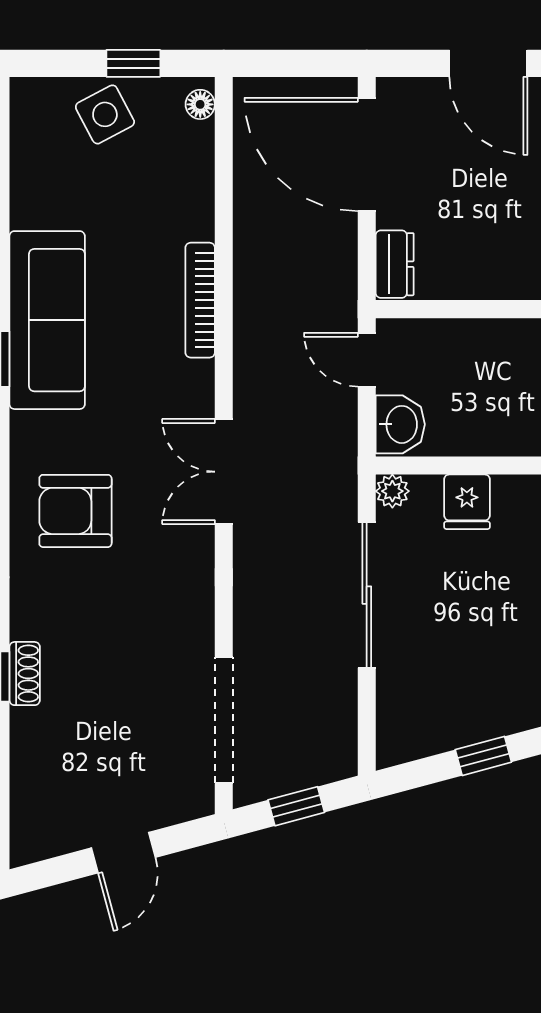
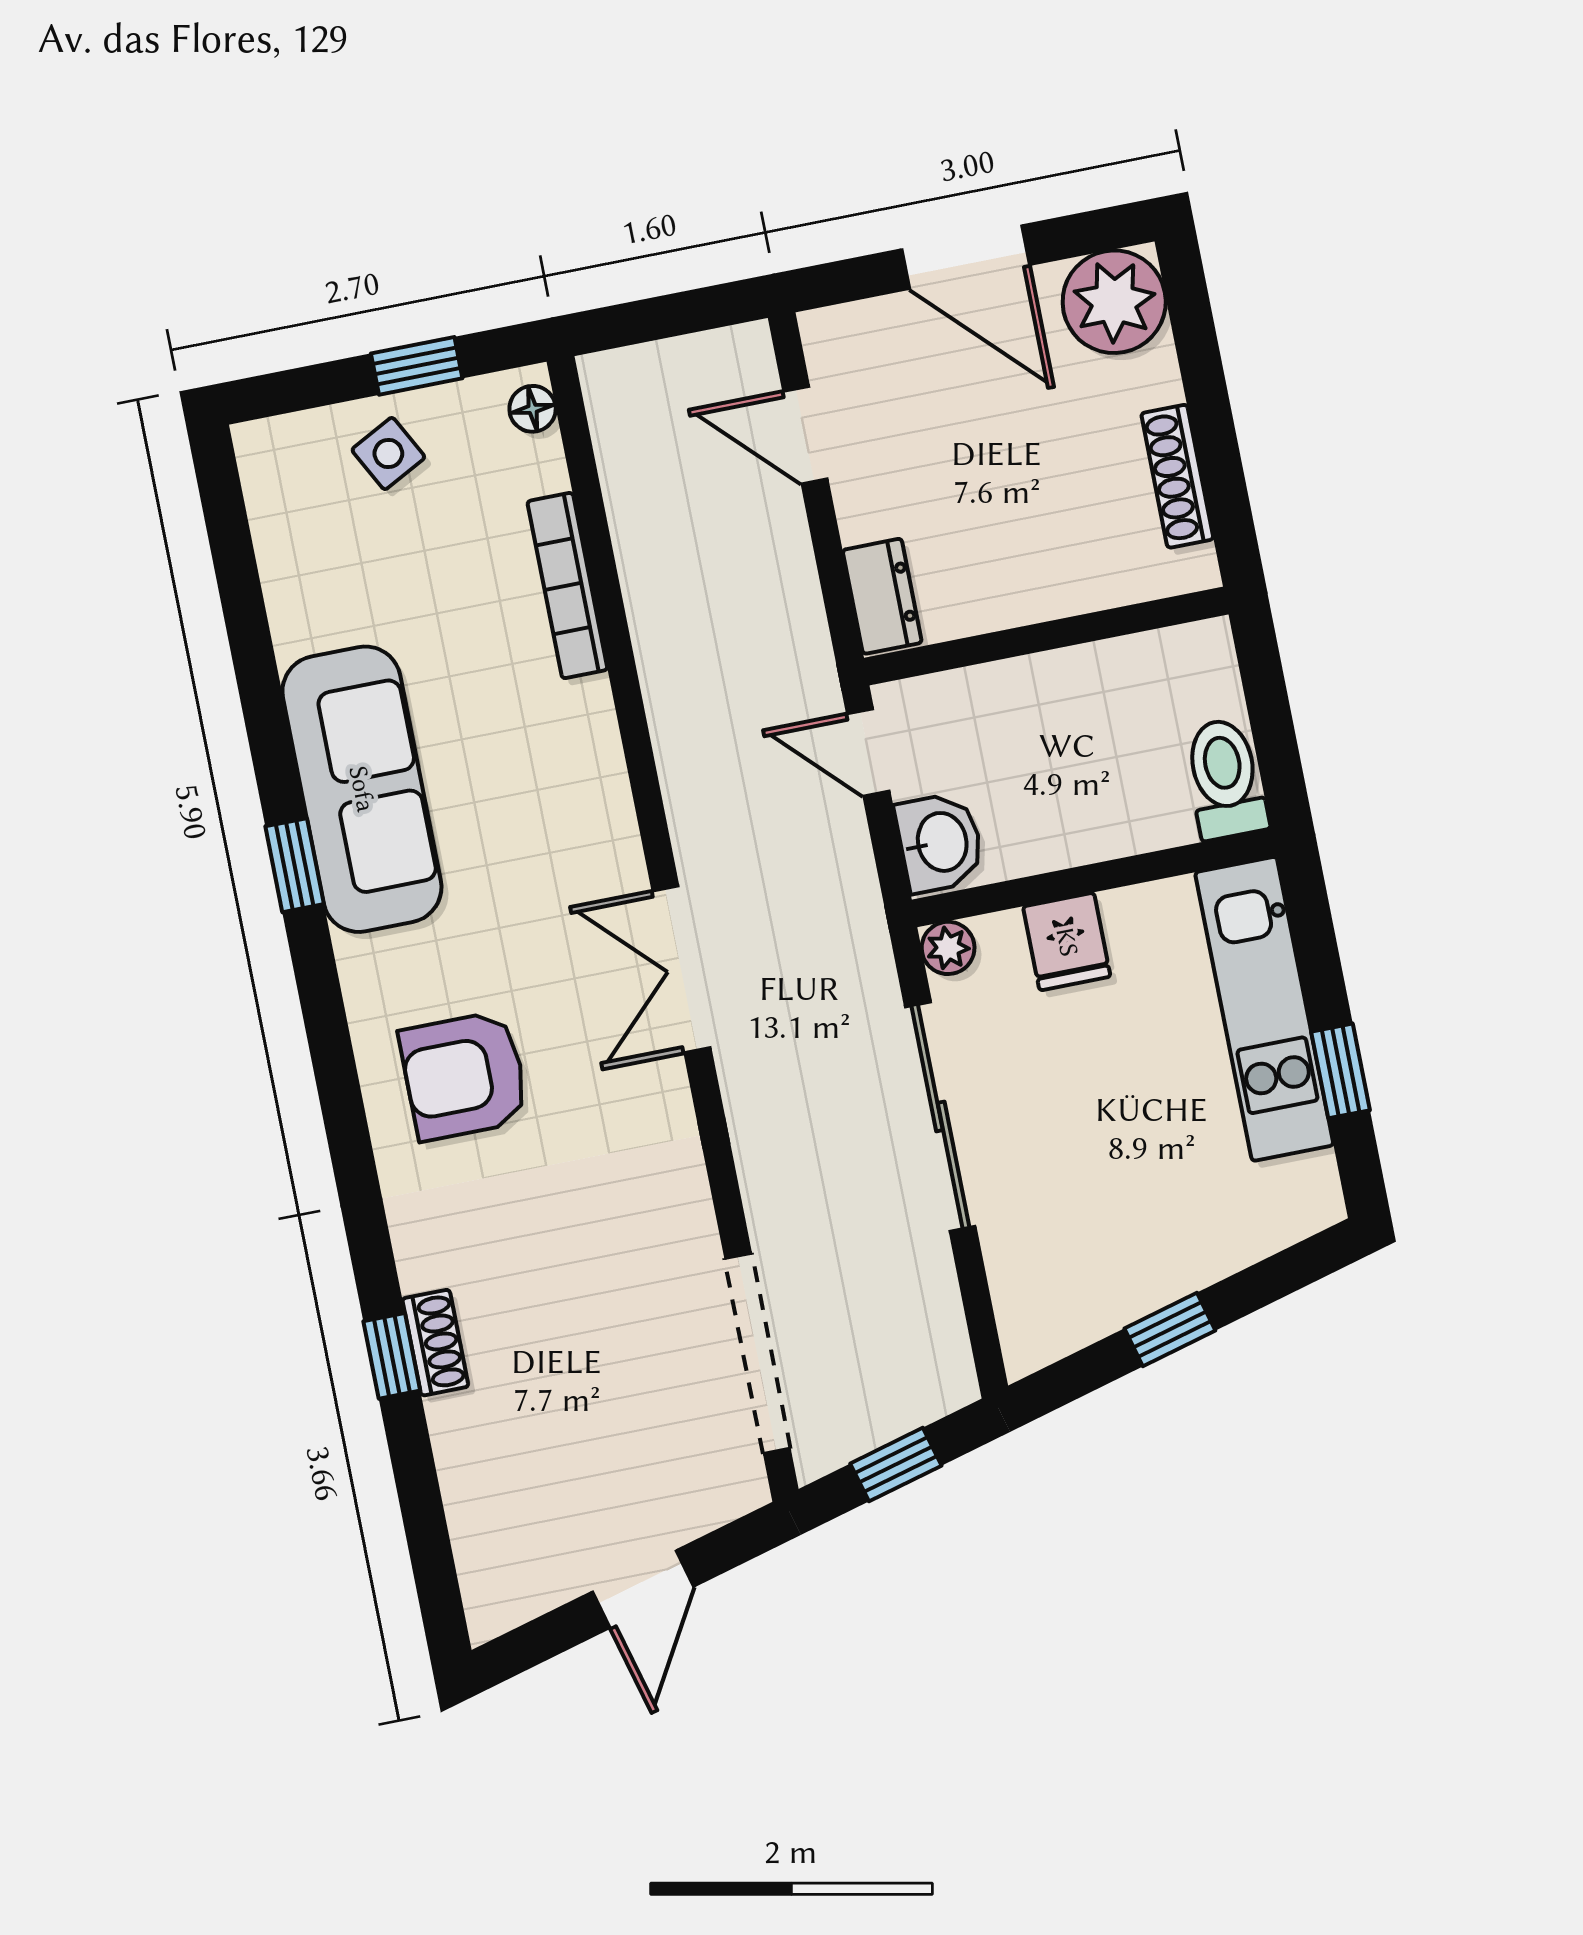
side table: (105, 114) -> (388, 453), width x0.73, depth x0.73
door: (367, 154) -> (805, 435), width x0.53
bookcase: (200, 300) -> (567, 586), moved

